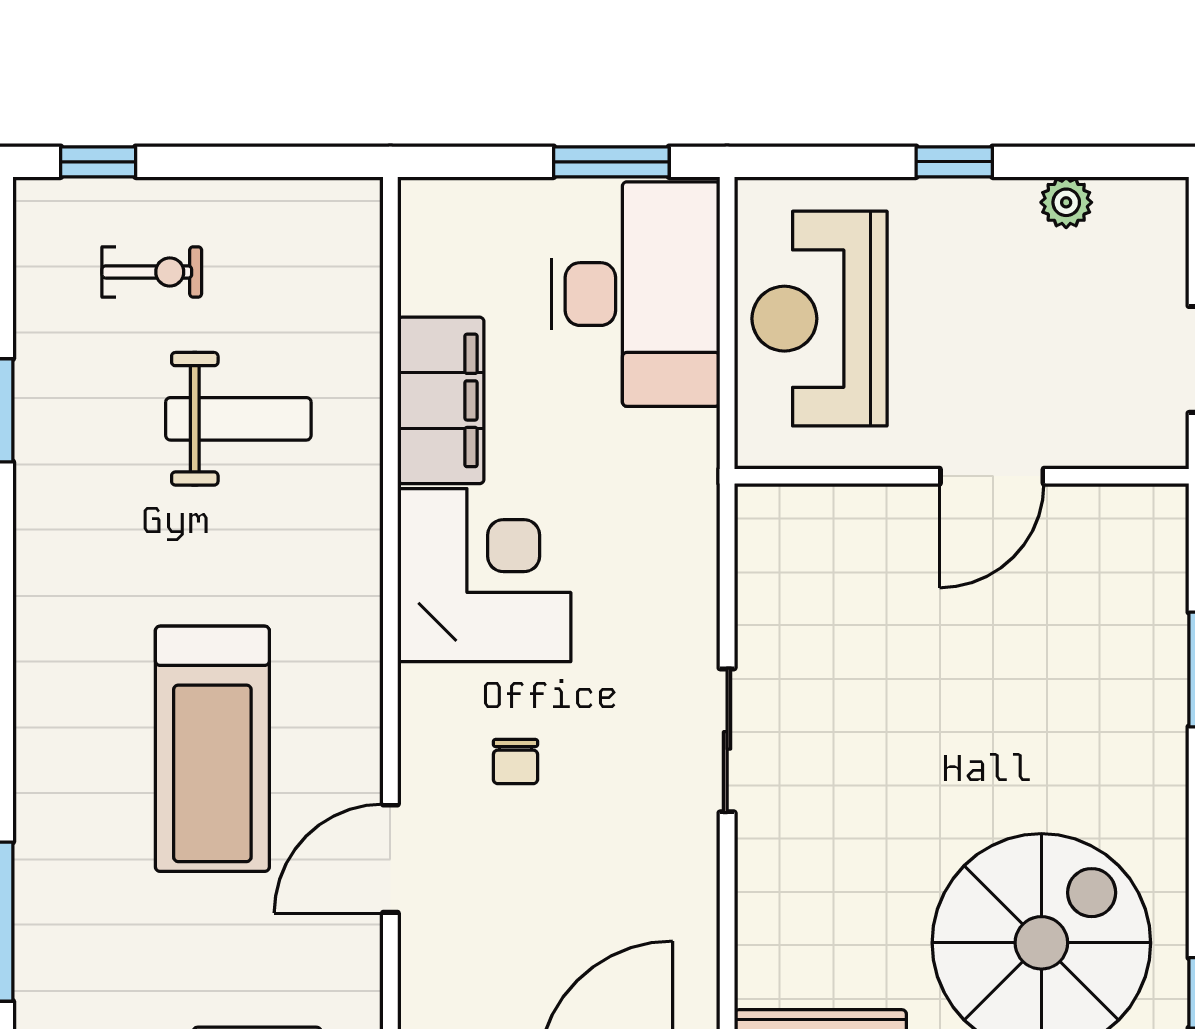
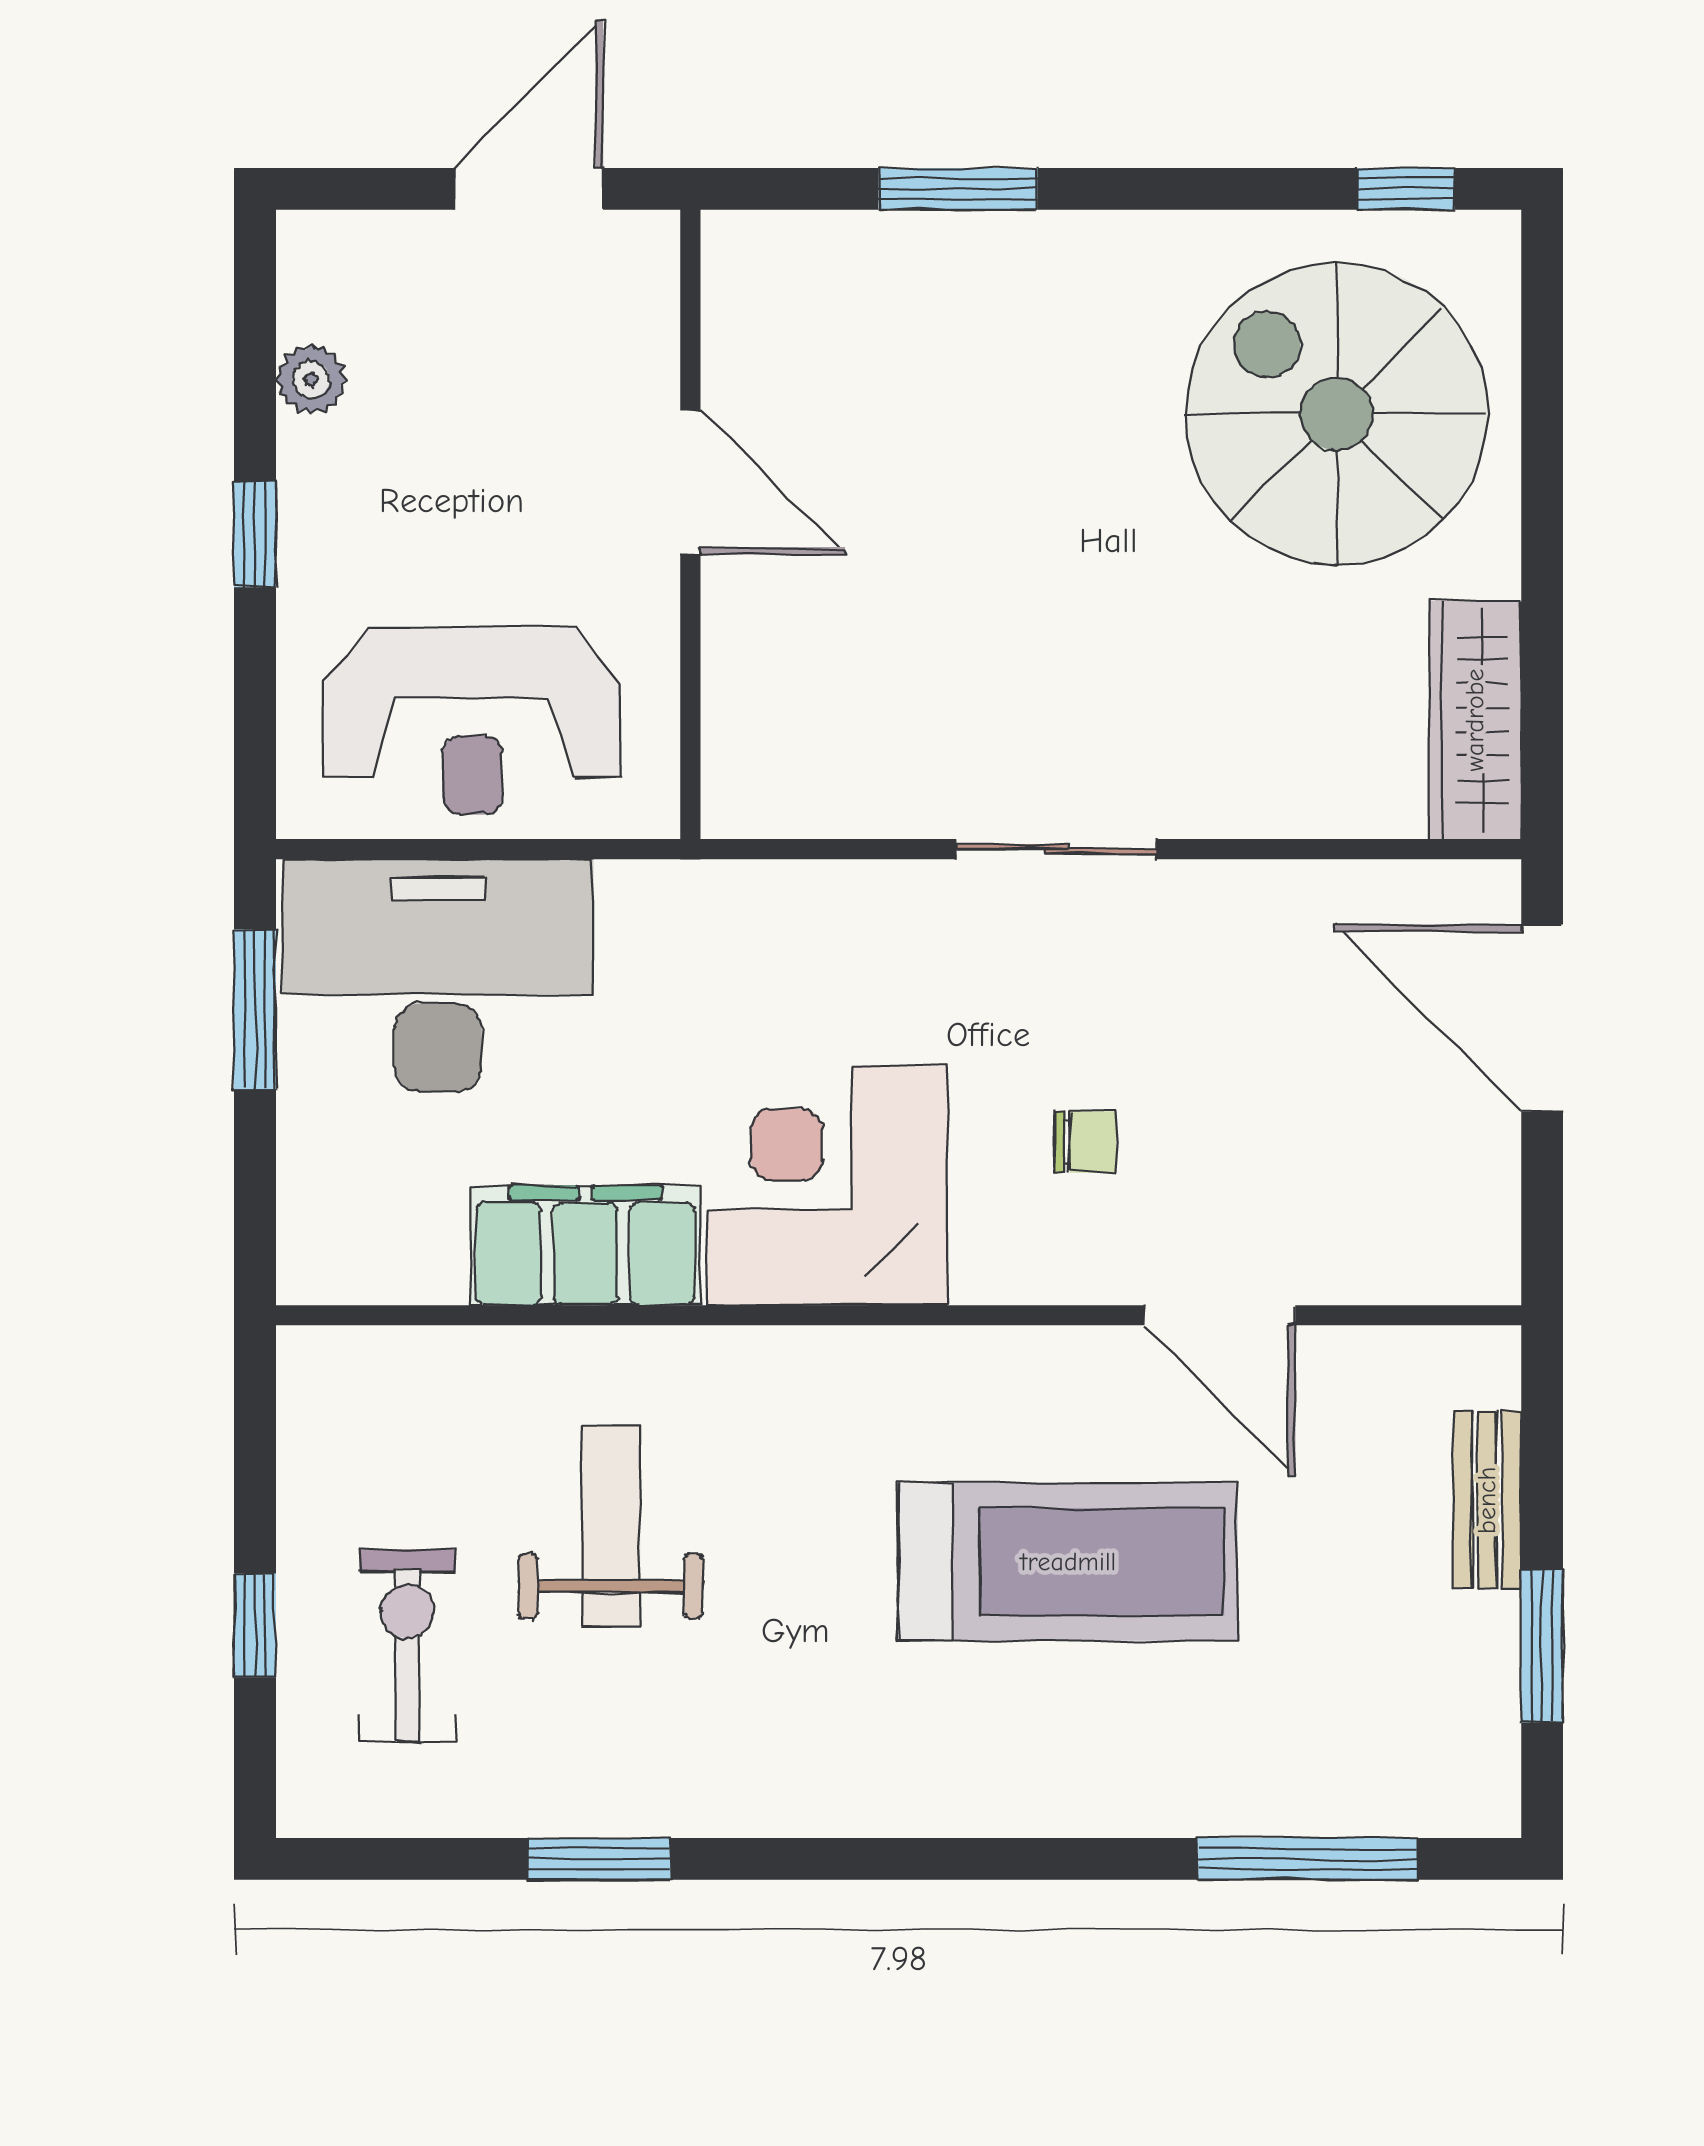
window: (98, 162) -> (255, 1625), moved
exercise bike: (152, 272) -> (408, 1646), width x1.38, depth x1.39

